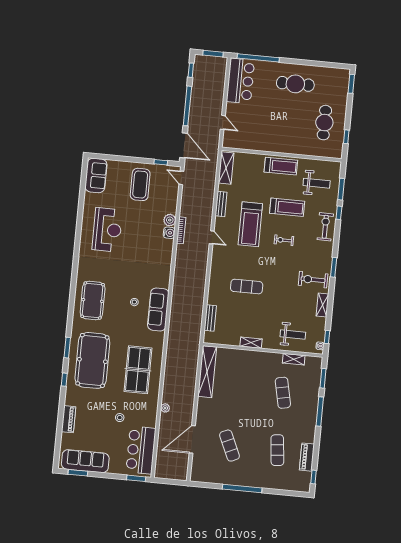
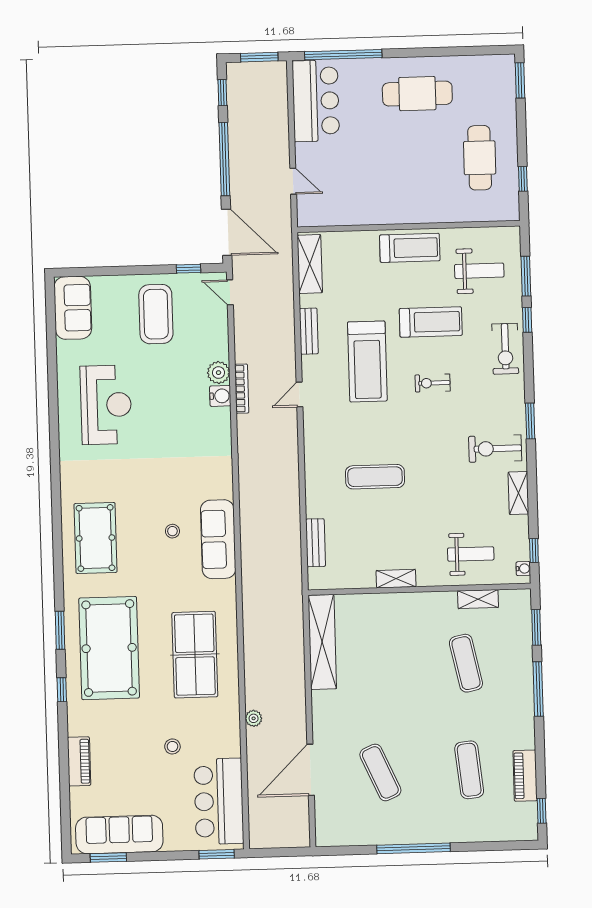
exercise bike: (325, 227) -> (505, 349), turned 180
door: (212, 237) -> (299, 394), swing flipped

